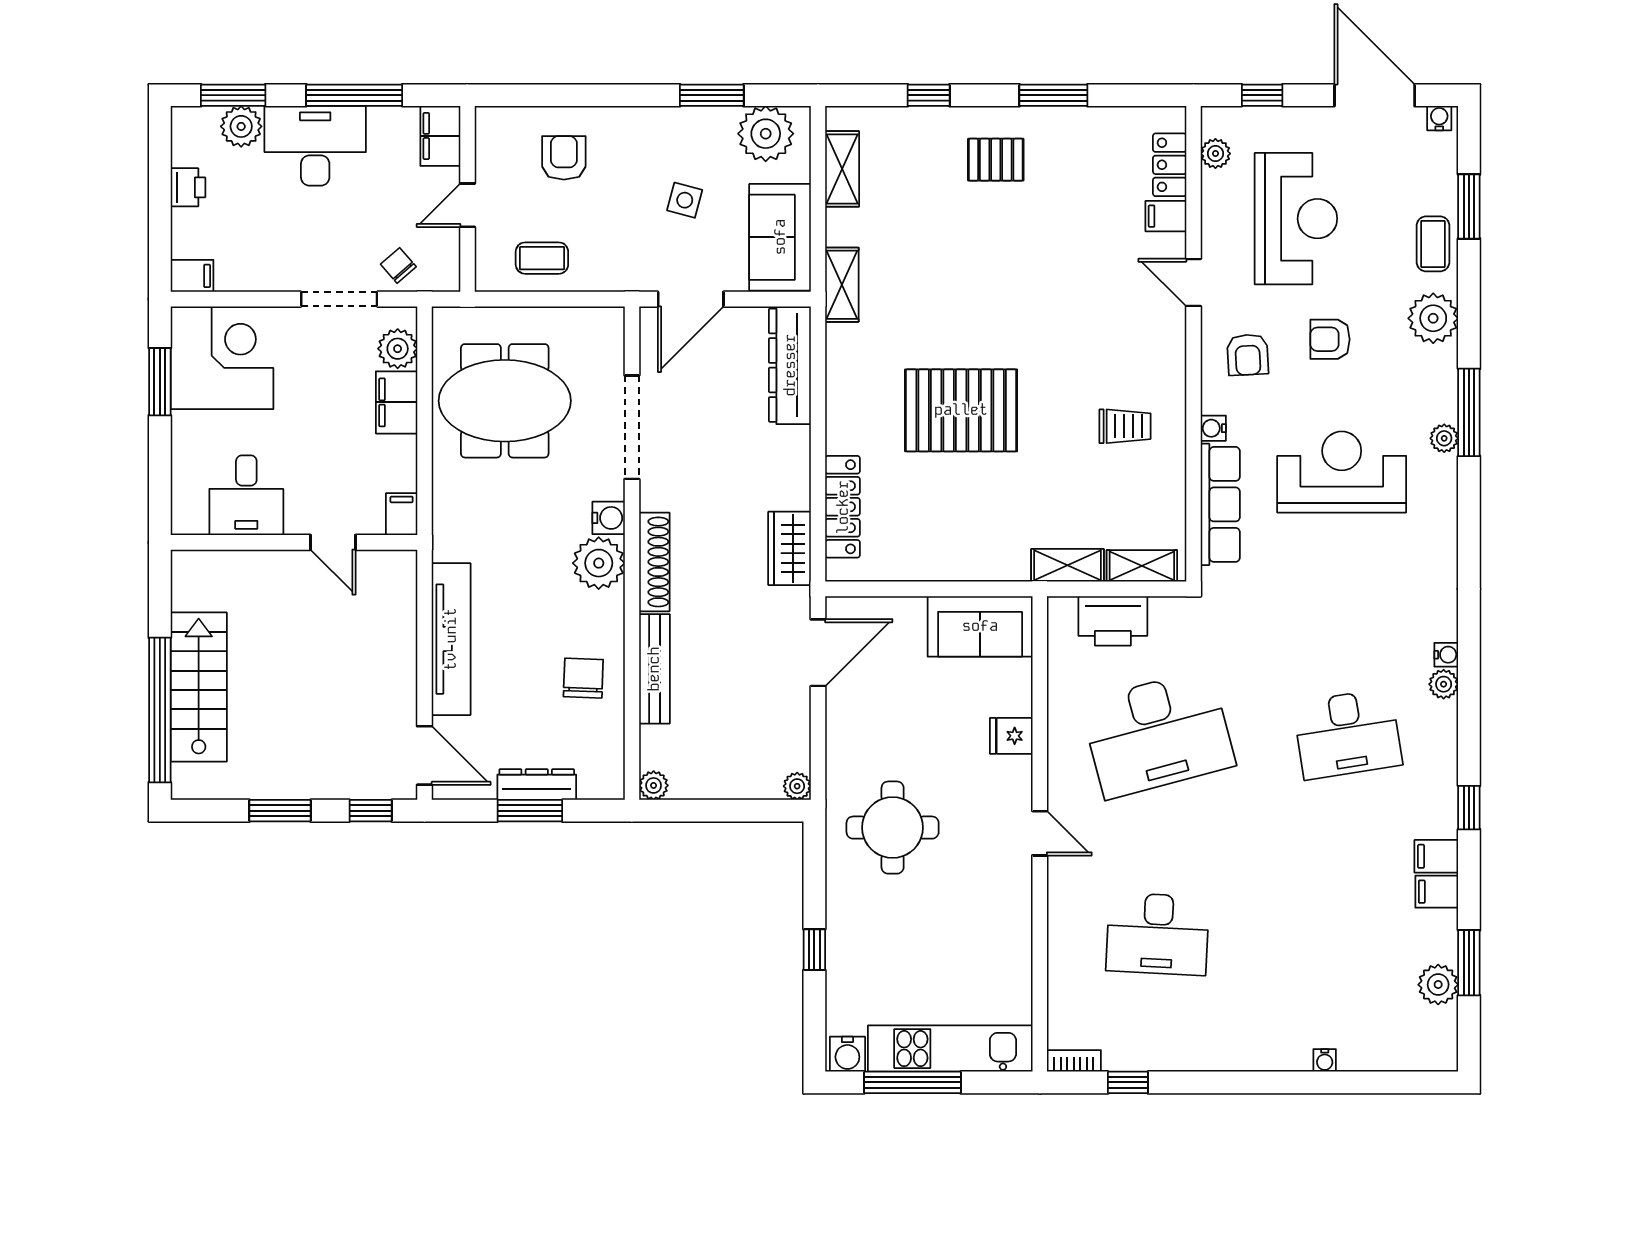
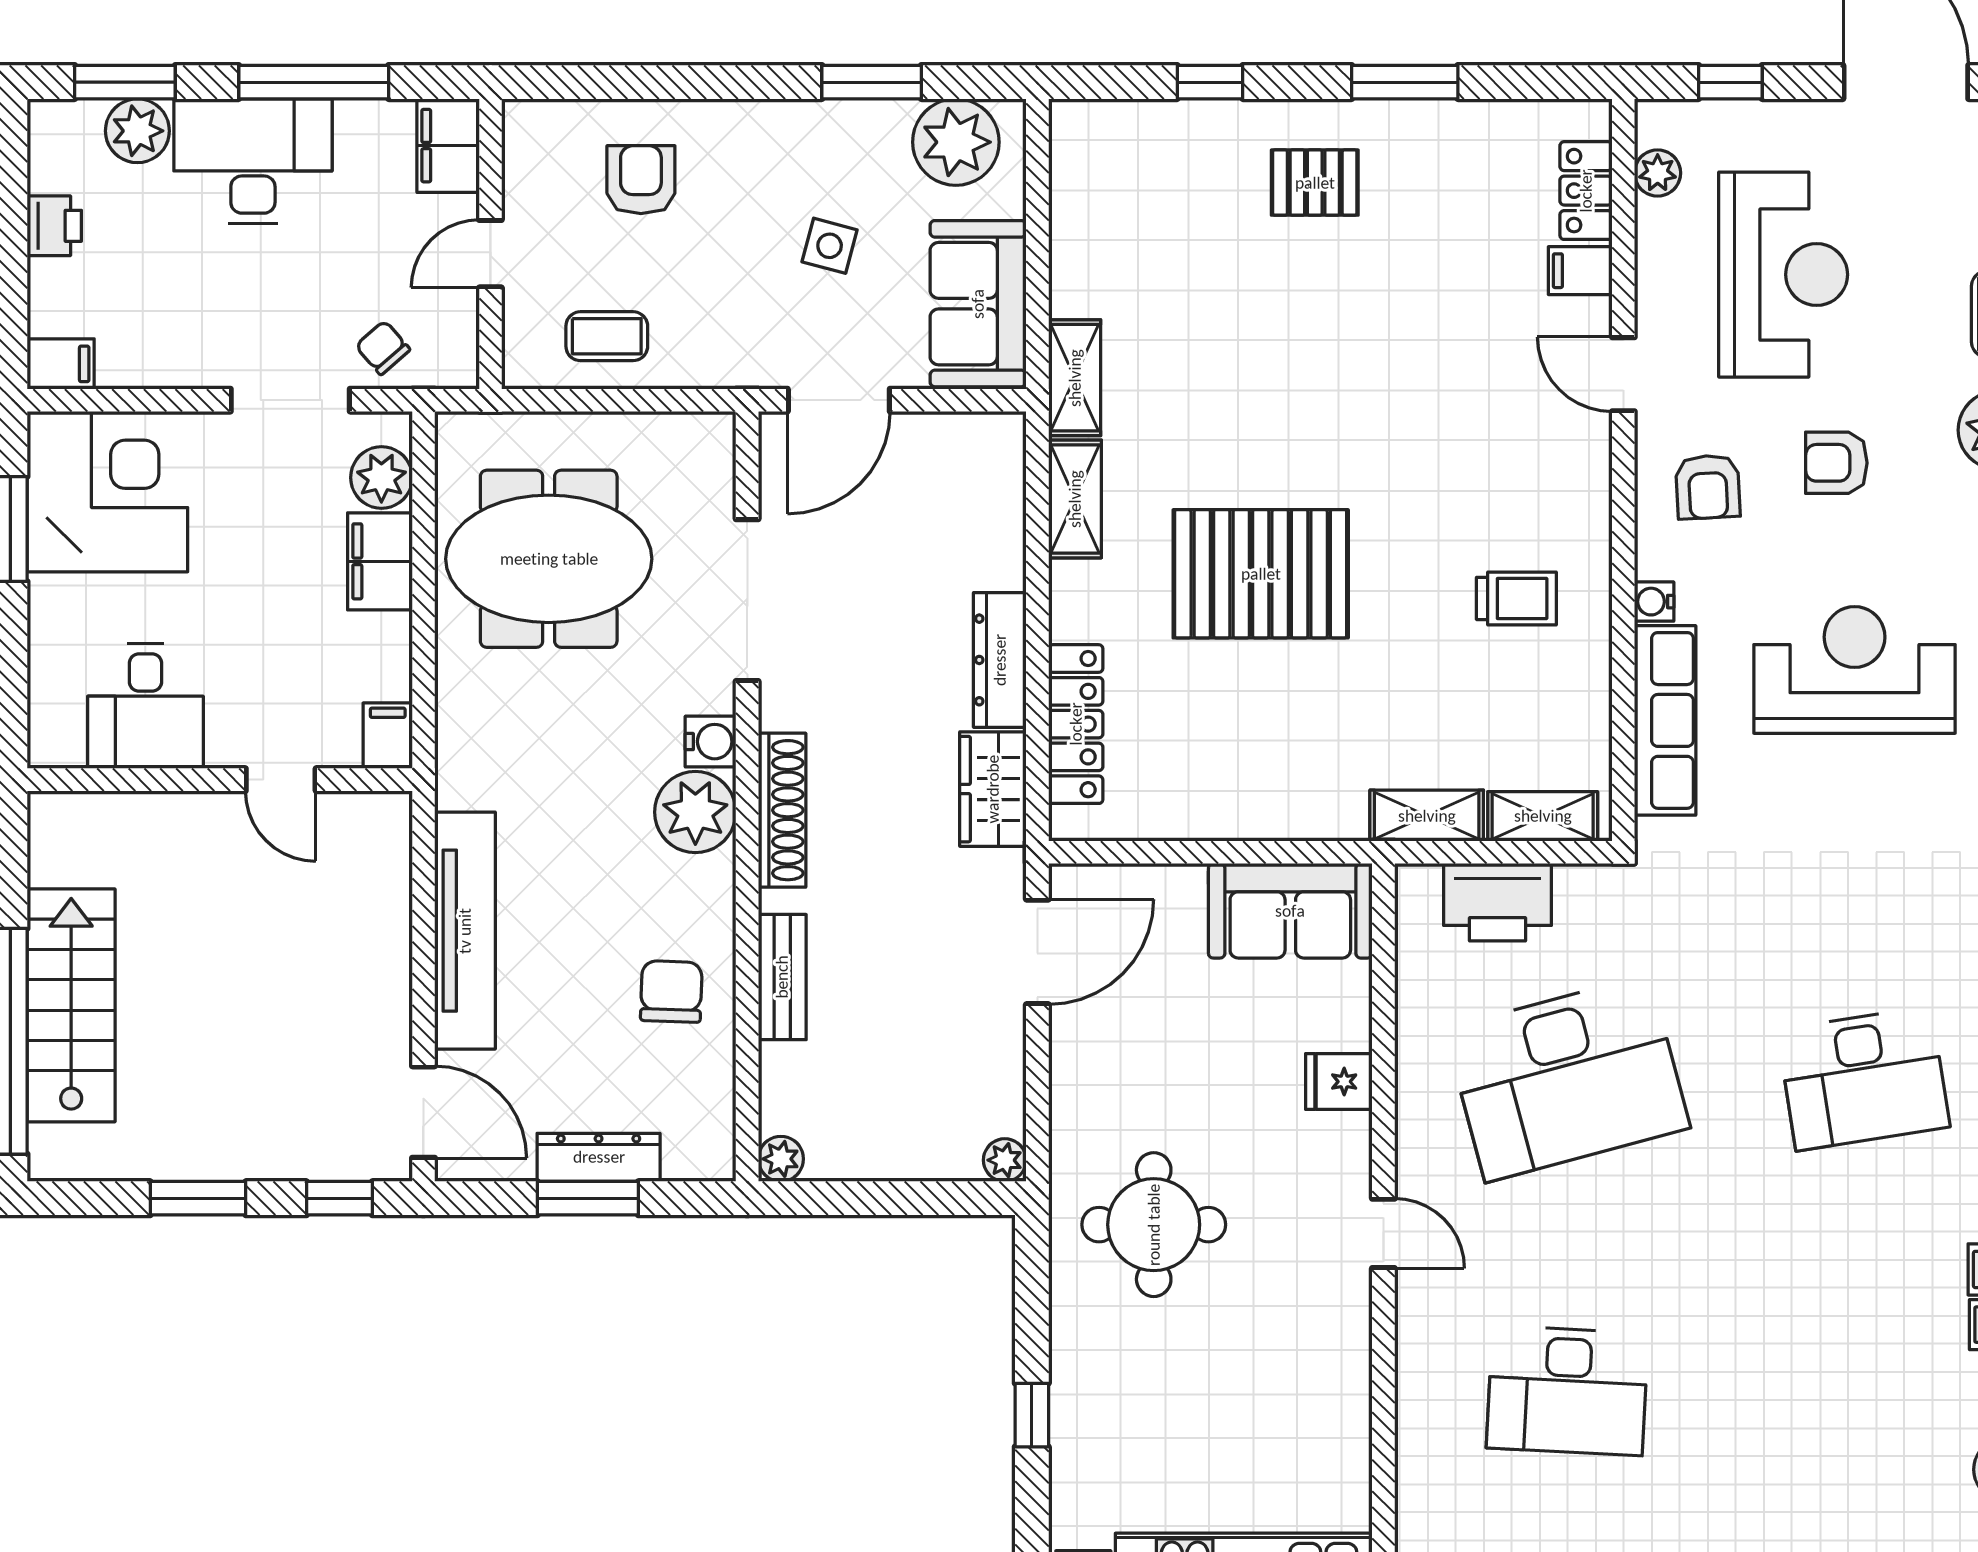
shelving: (842, 169) -> (1075, 499), moved
dresser: (790, 365) -> (1000, 660), moved, width x0.73, depth x0.80
bench: (654, 669) -> (782, 977), width x0.73

